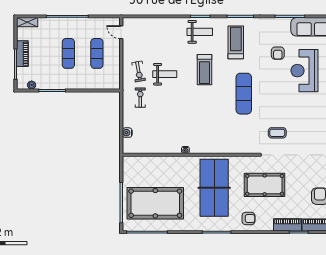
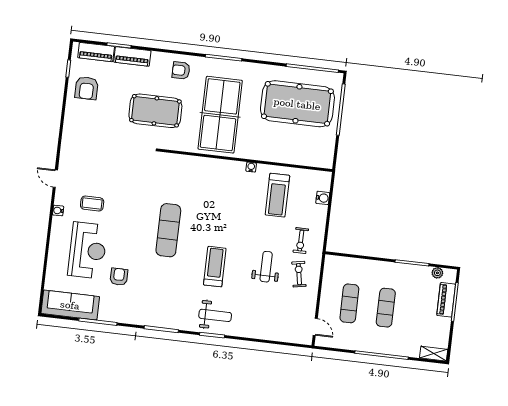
weight bench: (200, 32) -> (215, 315), turned 180
treadmill: (236, 42) -> (277, 195), moved
piano: (22, 54) -> (446, 300), moved
weight bench: (165, 74) -> (266, 267), turned 90
coffee table: (277, 133) -> (92, 204), moved

